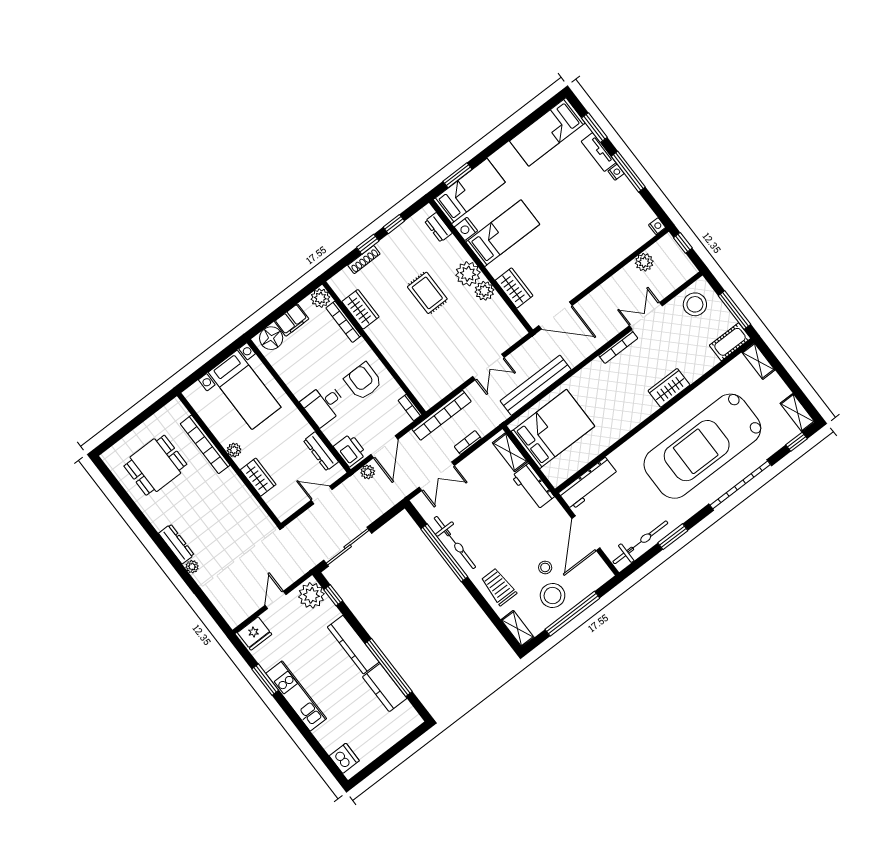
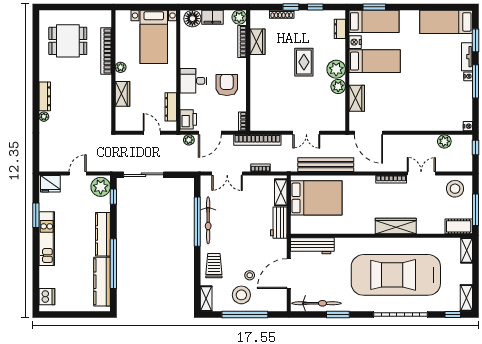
wardrobe: (669, 388) -> (396, 226), width x1.50
kitchen counter: (385, 688) -> (102, 282), width x1.50

